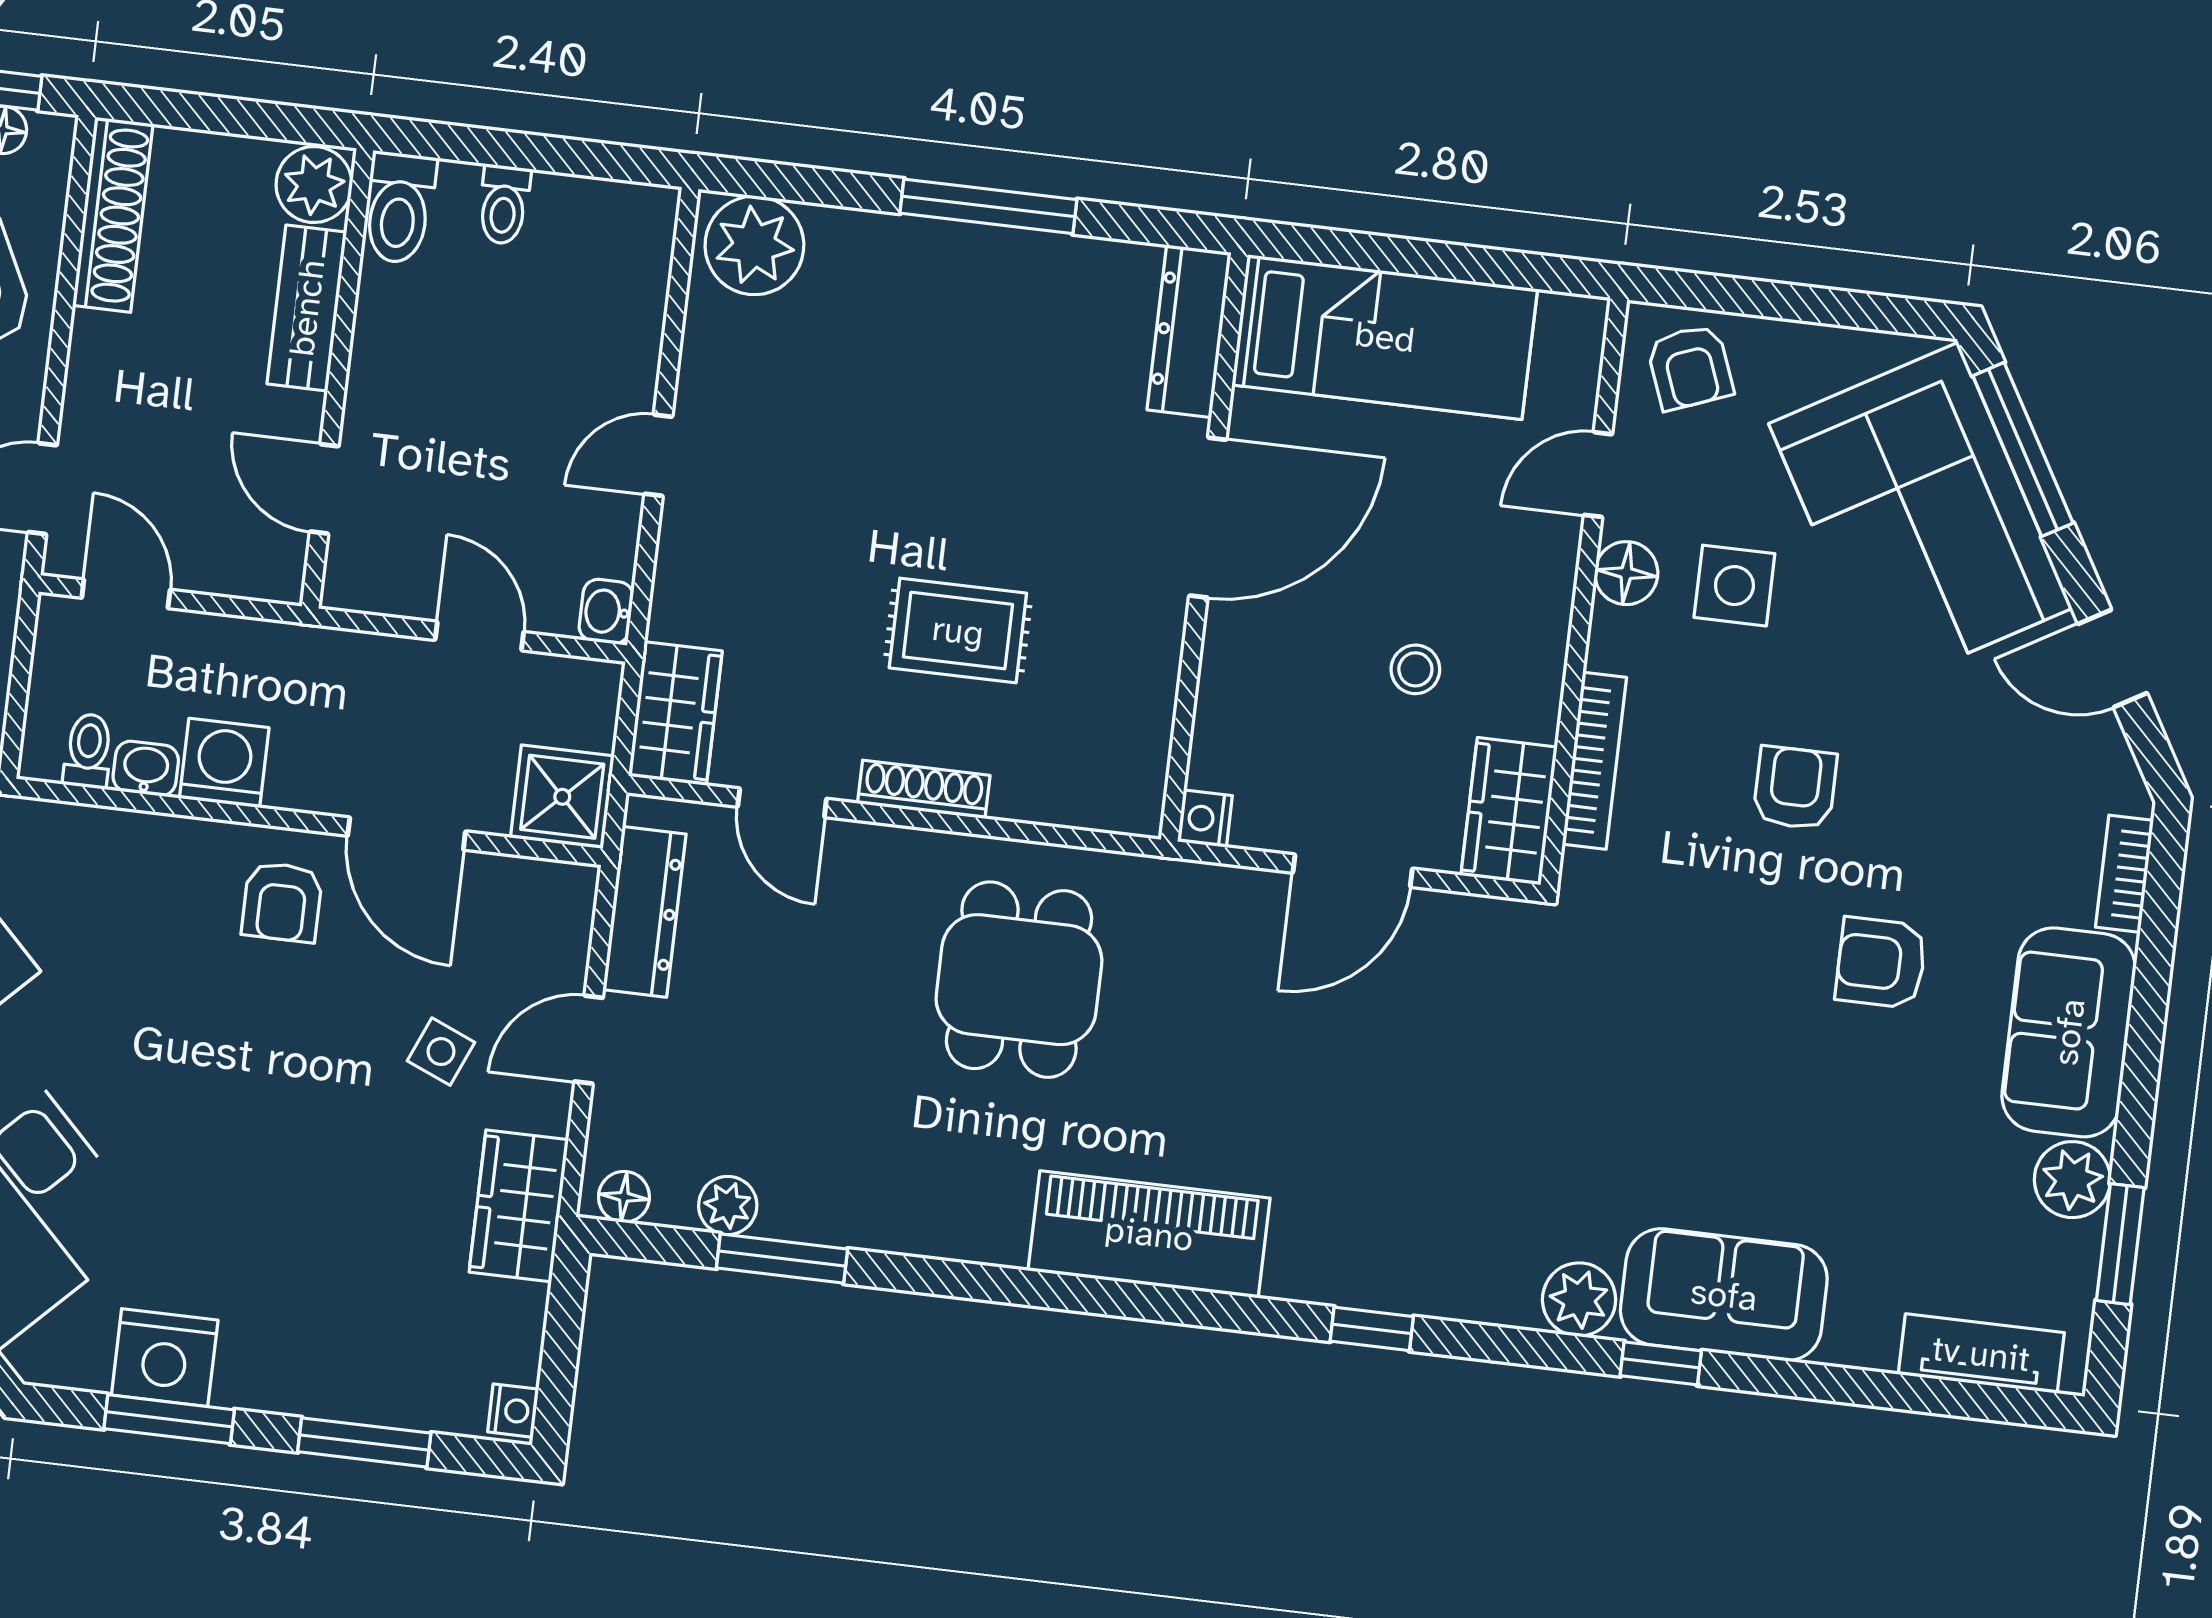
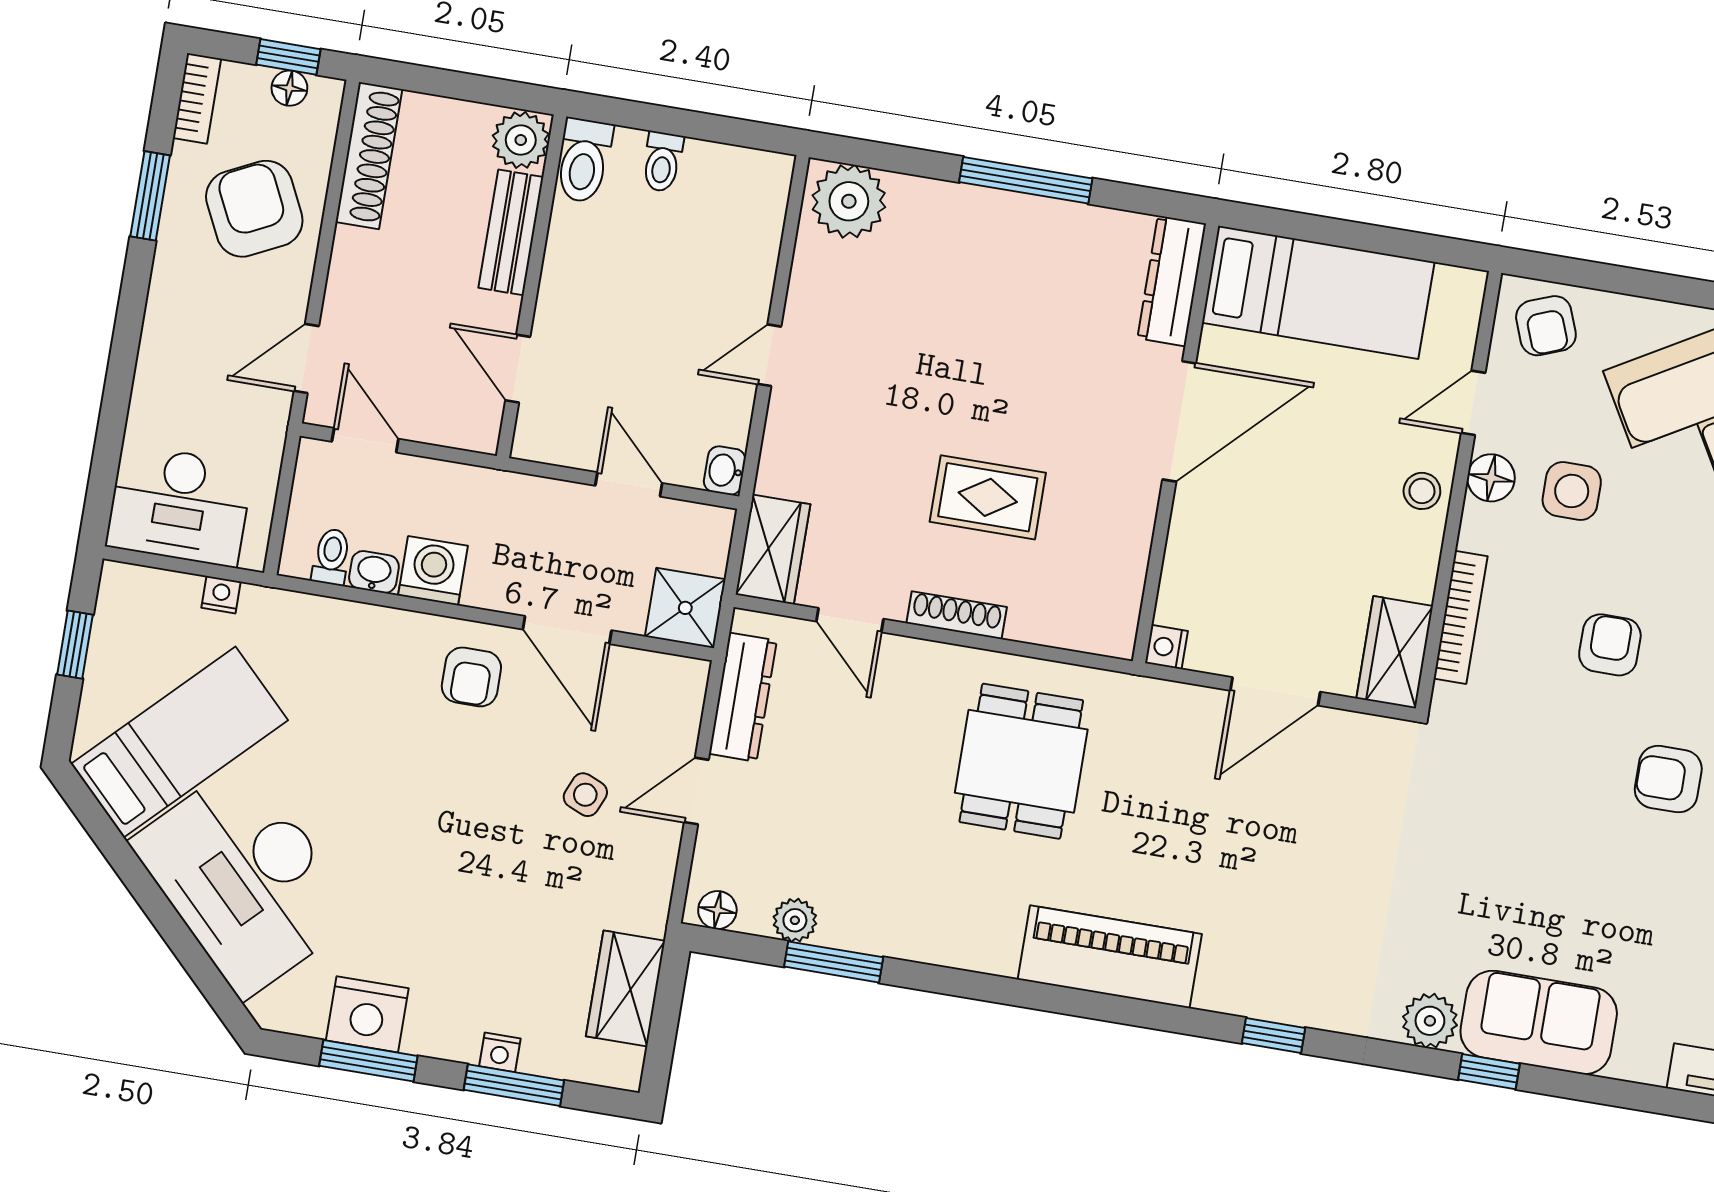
stool: (1415, 669) -> (1422, 491), moved
wardrobe: (519, 1206) -> (626, 988), moved
nightstand: (513, 1411) -> (500, 1052), moved, turned 90

